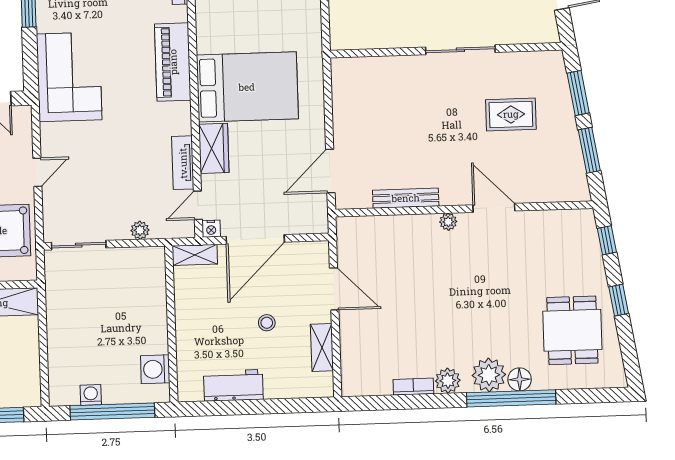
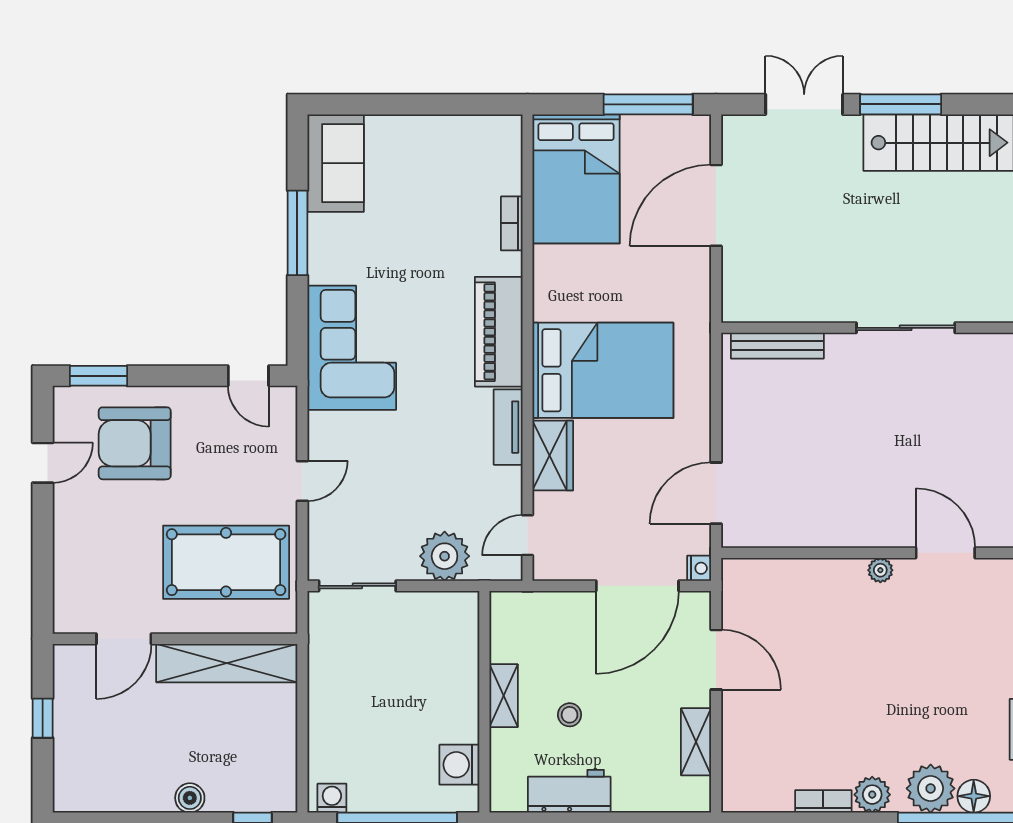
rug: (511, 114) -> (974, 422), removed
tv unit: (183, 163) -> (508, 427), moved
bench: (406, 198) -> (777, 346), moved
nightstand: (211, 229) -> (699, 568), moved, turned -90
plant: (140, 230) -> (445, 556), width x1.88, depth x1.88
door: (255, 239) -> (637, 586), moved
shelving: (195, 255) -> (504, 696), moved, turned 90
stool: (267, 323) -> (570, 715), moved
washing machine: (91, 395) -> (332, 798), moved

